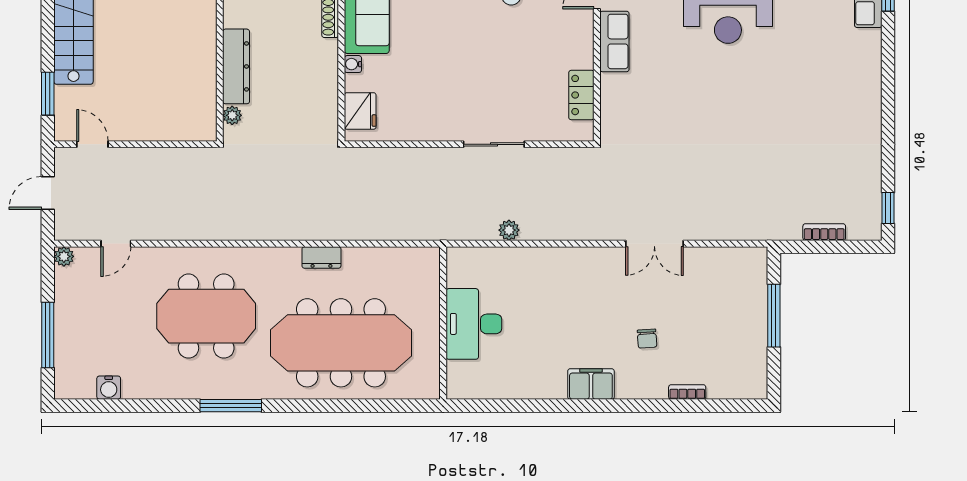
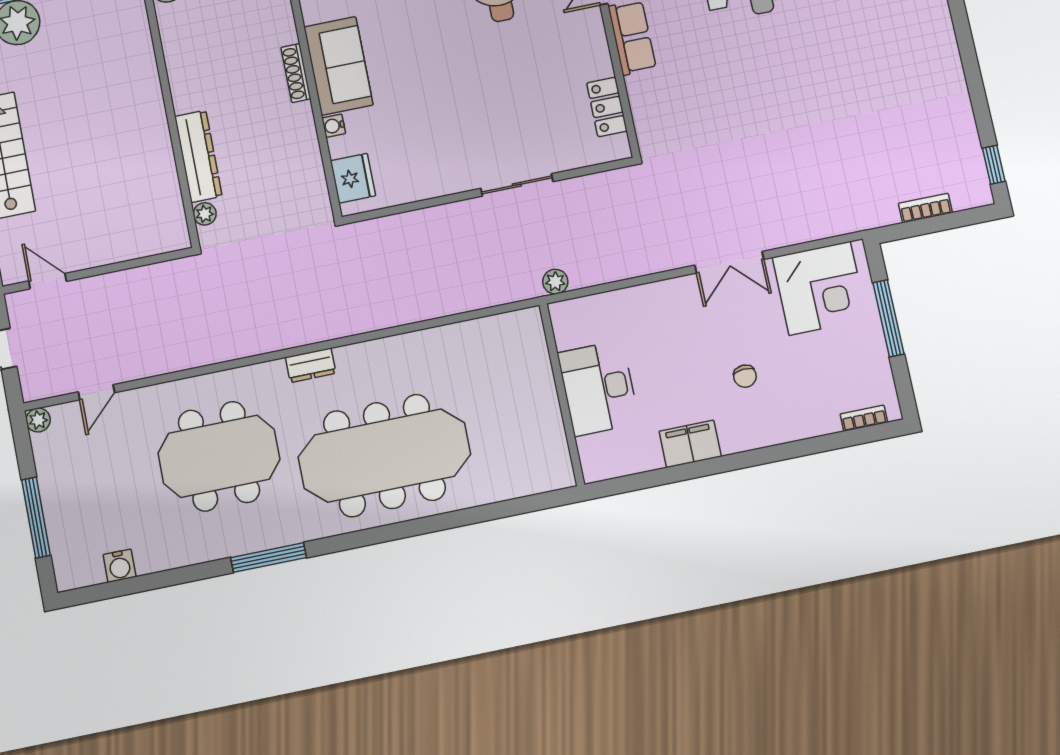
dresser: (321, 257) -> (311, 365), moved
corner desk: (723, 280) -> (820, 288), added
wall: (443, 323) -> (562, 394), moved
desk: (474, 324) -> (598, 388), moved
bookcase: (687, 392) -> (864, 418), moved

